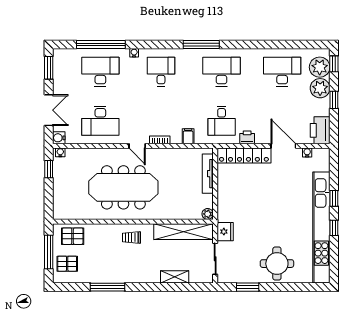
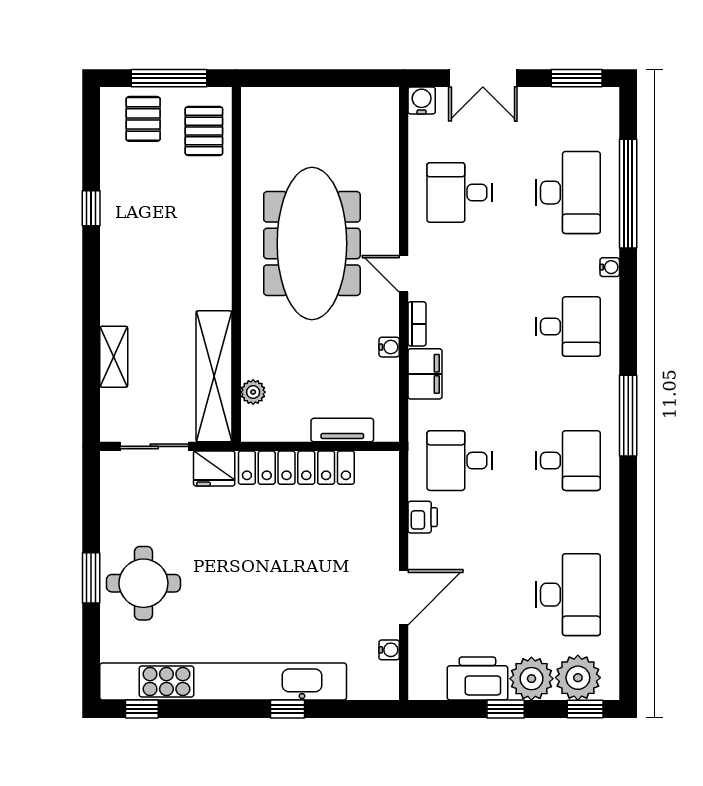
desk: (222, 72) -> (568, 461), width x0.73
desk: (100, 121) -> (459, 193), width x0.73
printer: (320, 130) -> (477, 679), moved
filing cabinet: (188, 136) -> (425, 374), width x2.00
door: (137, 146) -> (404, 274), hinge flipped
water cooler: (60, 152) -> (389, 347), moved
locker: (244, 156) -> (296, 468), moved, turned -90
window: (49, 169) -> (352, 78), removed
tv unit: (208, 174) -> (342, 430), width x0.71
plant: (208, 214) -> (253, 392), moved
window: (334, 228) -> (142, 709), moved
trolley: (132, 237) -> (201, 261), removed
window: (108, 287) -> (91, 208), width x0.46
window: (248, 287) -> (91, 578), moved

